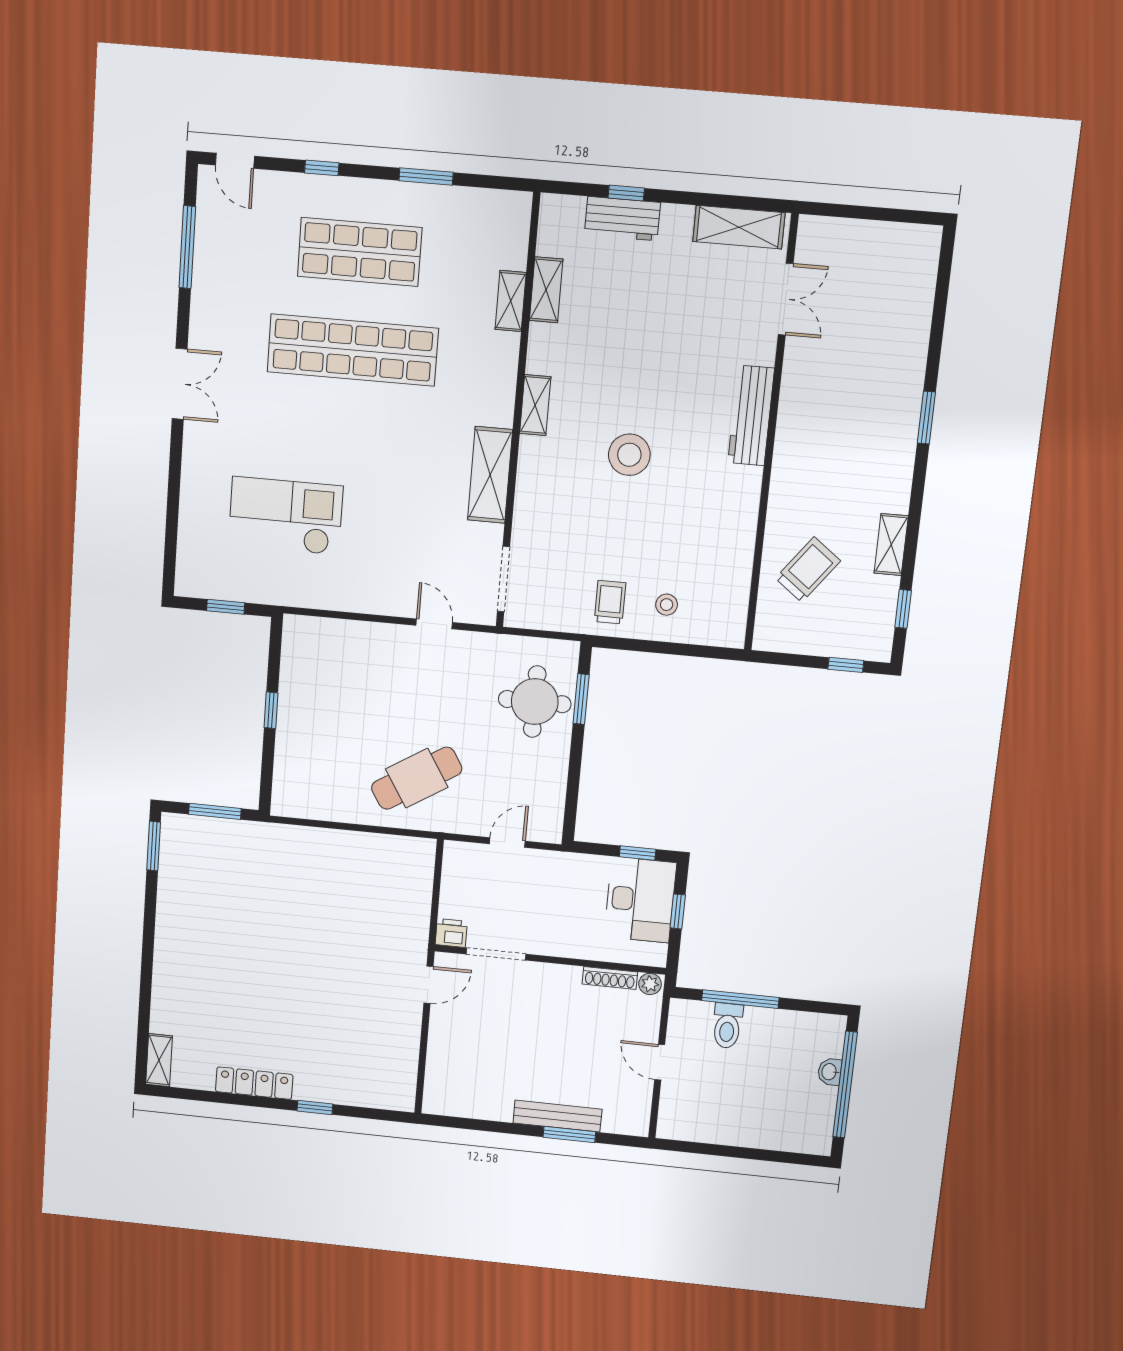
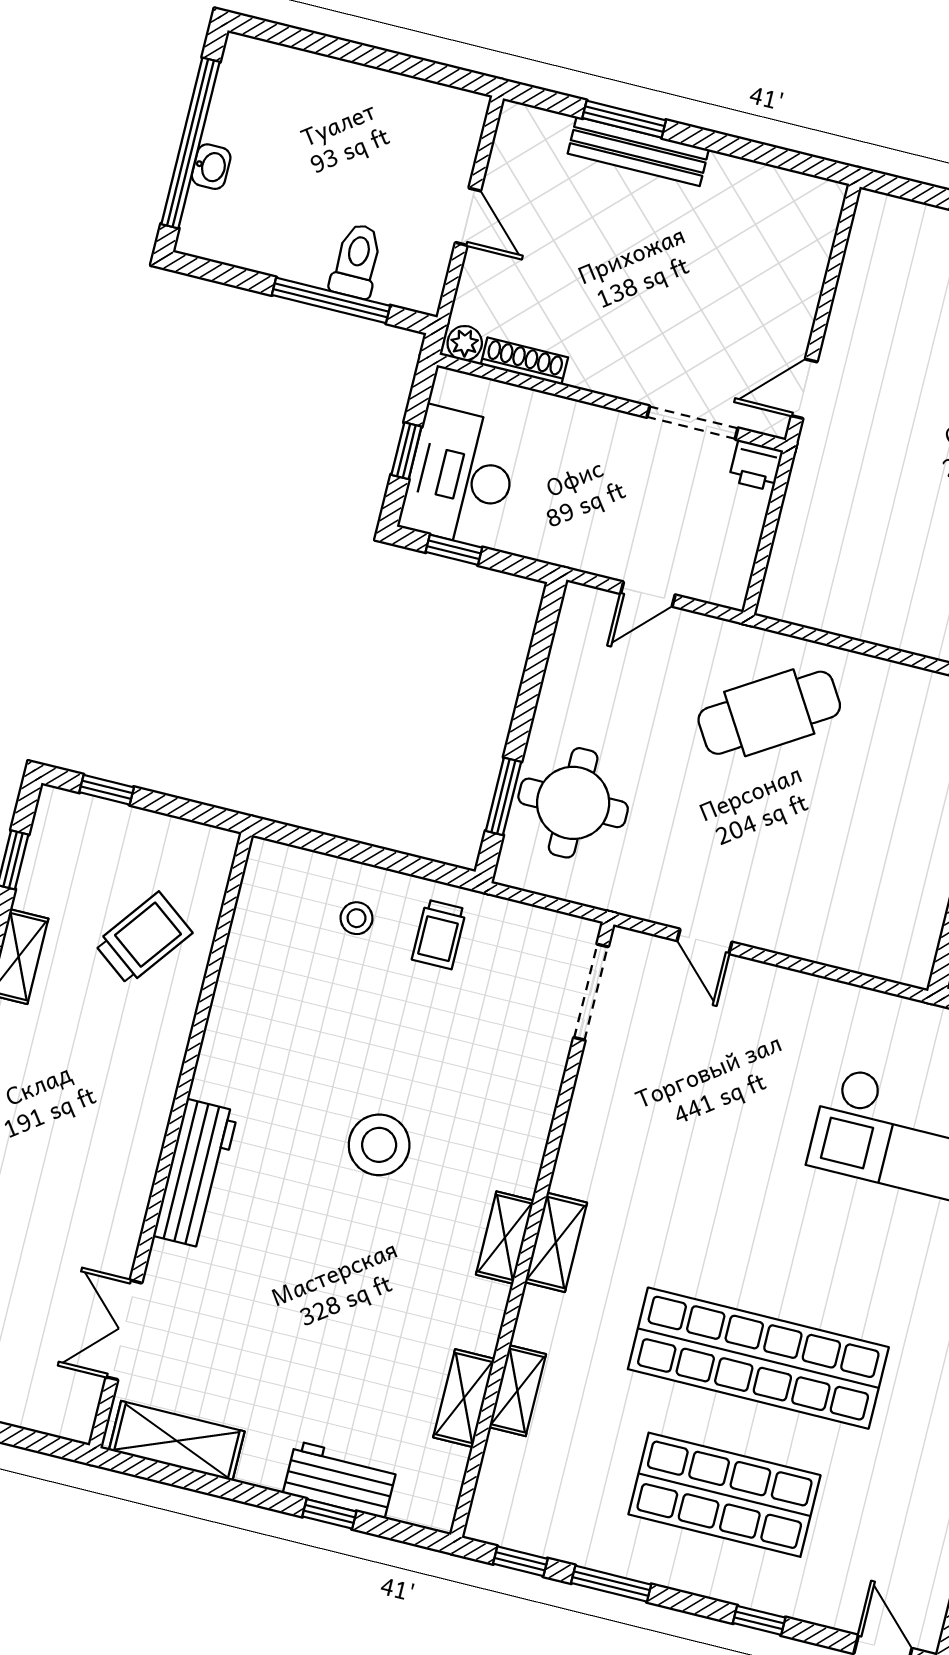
window: (490, 182) -> (520, 1561), added
shelving: (490, 475) -> (556, 1242), moved, width x0.67, depth x0.75
trolley: (808, 570) -> (143, 938), turned 180

